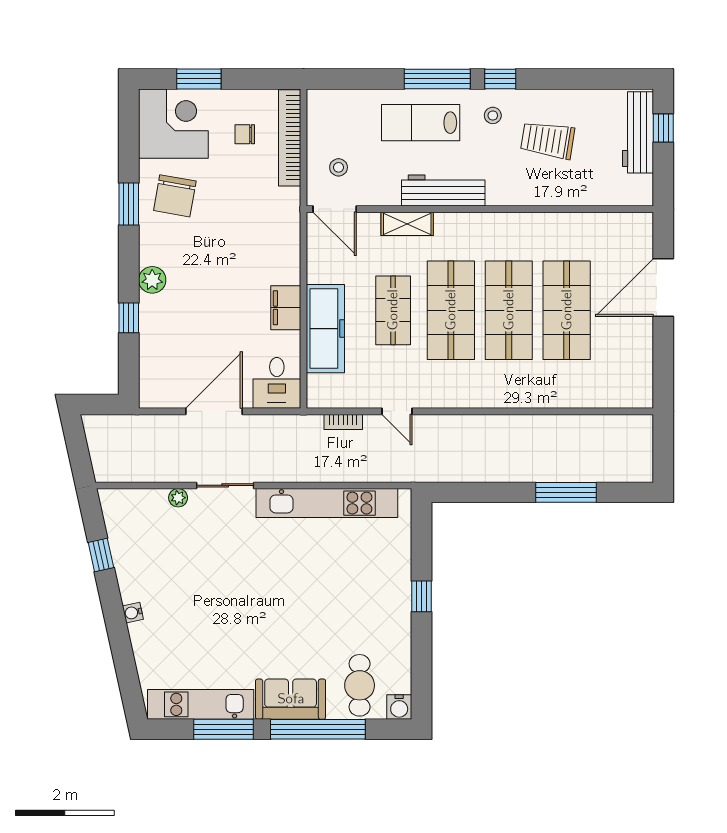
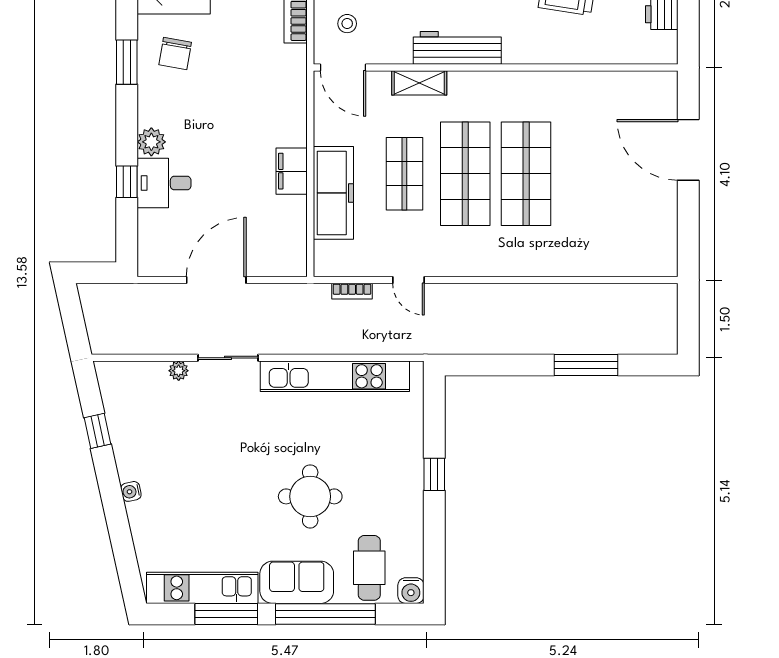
chair: (175, 196) -> (175, 54), width x0.73, depth x0.73
door: (663, 288) -> (688, 150), hinge flipped
shop shelf: (567, 310) -> (587, 174), removed
desk: (277, 383) -> (164, 183), moved, turned 90
round table: (303, 617) -> (310, 496), added

